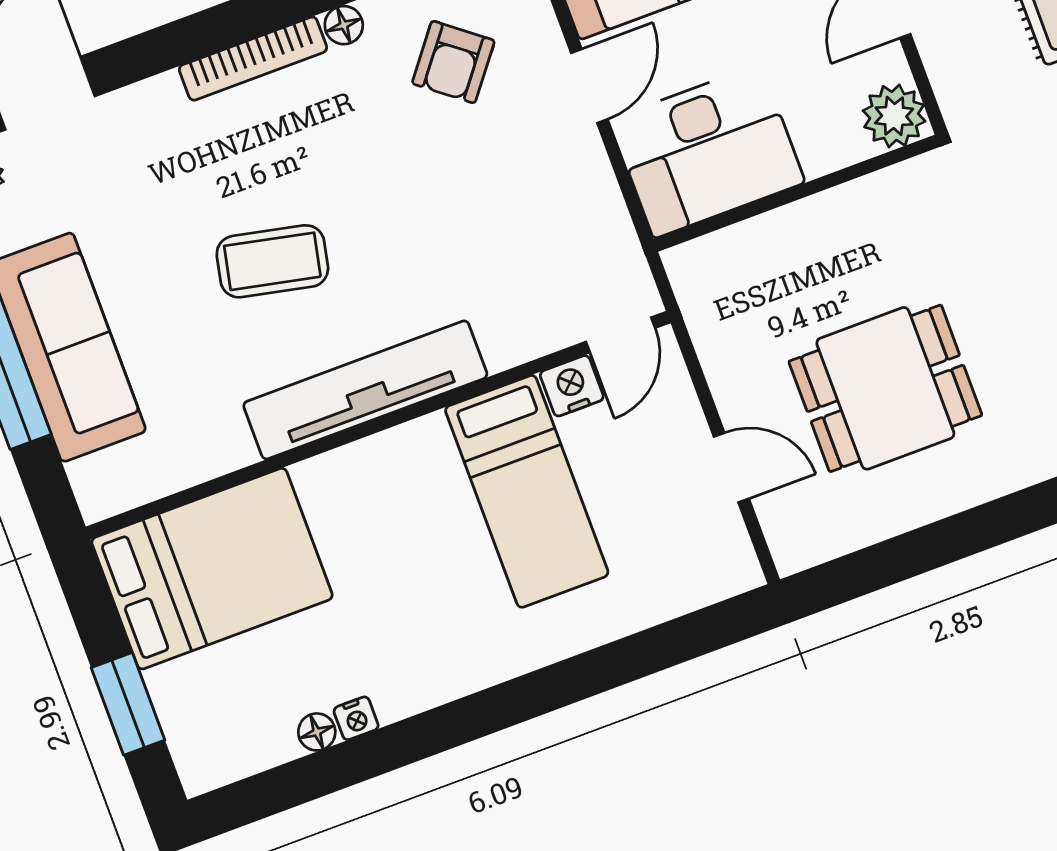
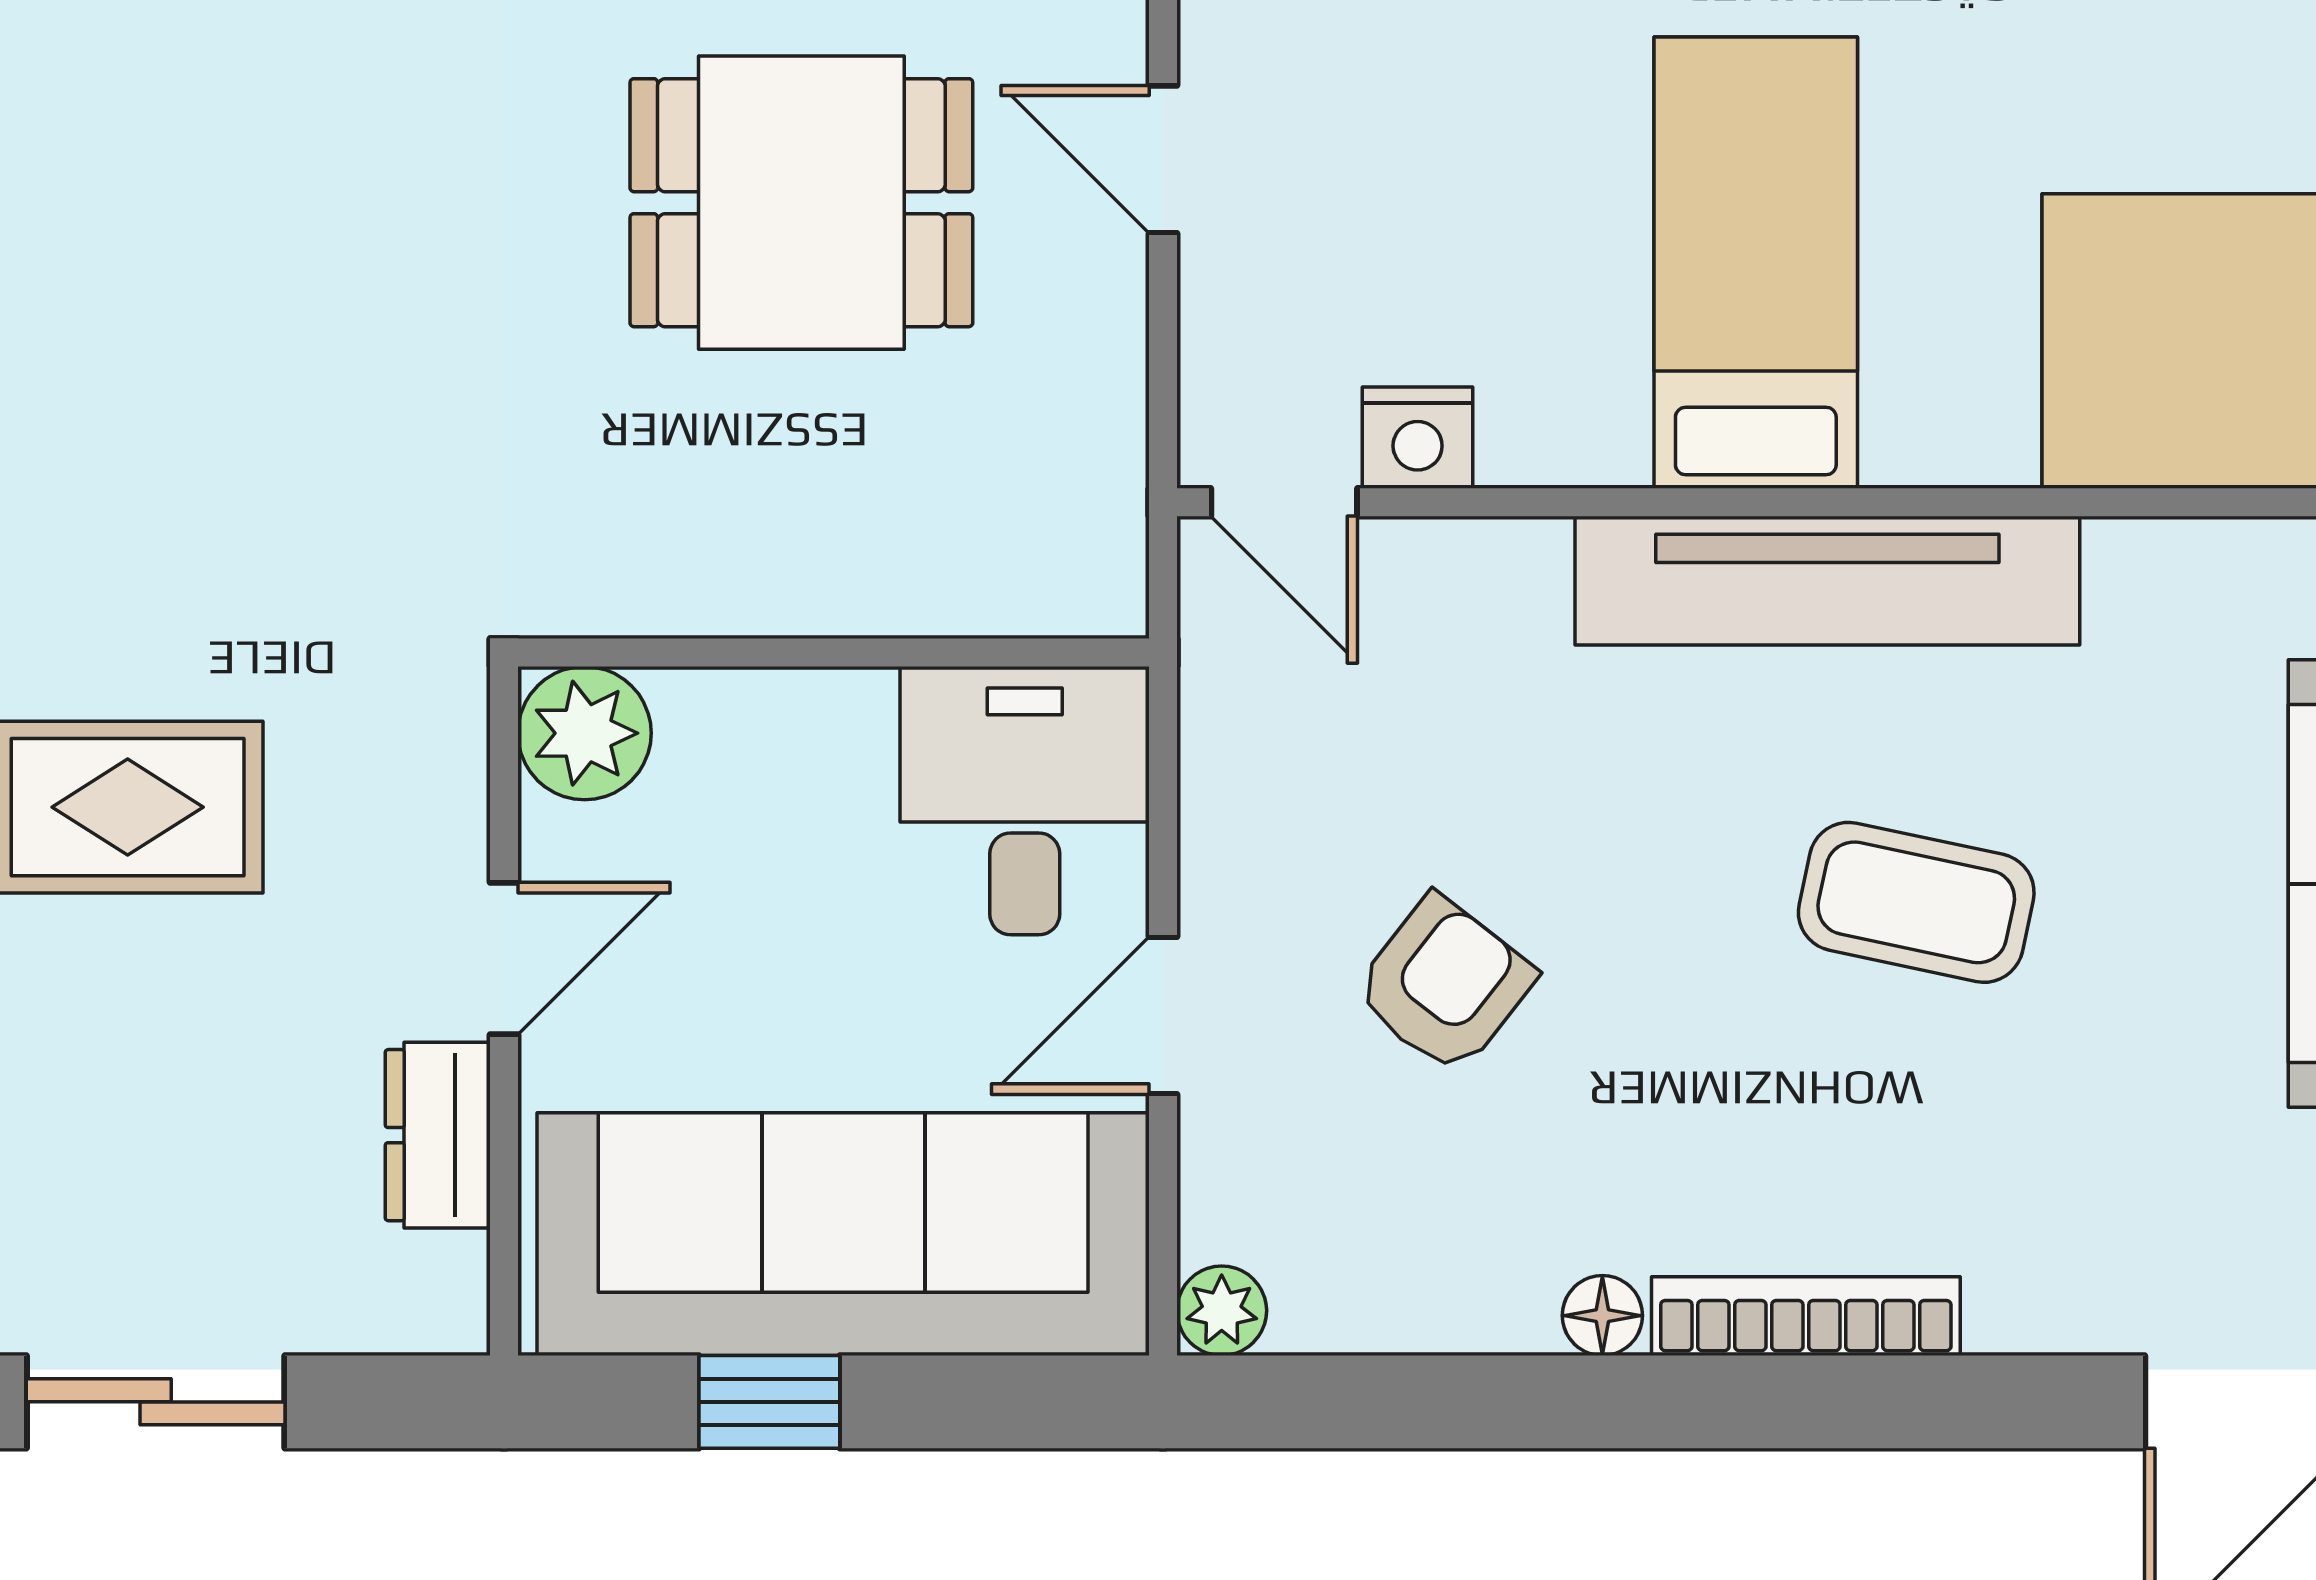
armchair: (453, 62) -> (1444, 985), moved
desk: (707, 151) -> (1025, 801), width x0.73
door: (621, 335) -> (1284, 502), swing flipped
bed: (527, 491) -> (1756, 263), moved

